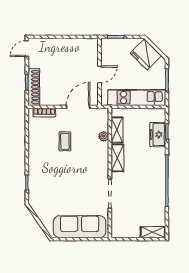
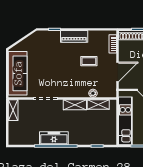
door: (78, 107) -> (118, 72), hinge flipped
freezer: (158, 134) -> (54, 138), moved, width x1.40
piano: (35, 159) -> (74, 36), added
shelving: (153, 232) -> (13, 110), moved

